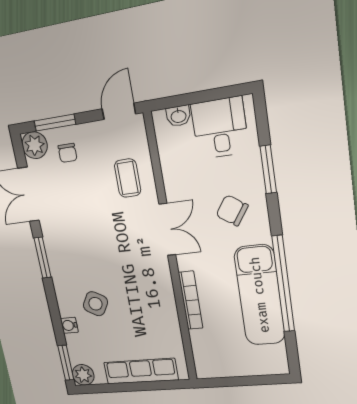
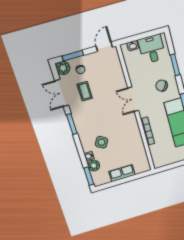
coffee table: (128, 178) -> (85, 91), moved
double door: (167, 229) -> (133, 99), swing flipped
row of seats: (141, 371) -> (122, 173), width x0.68
plant: (83, 375) -> (94, 166), moved

